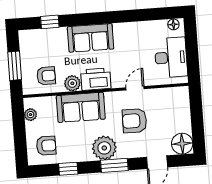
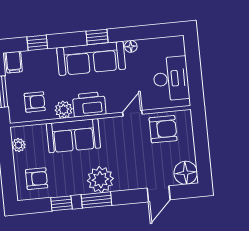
window: (104, 18) -> (97, 37), added
floor lamp: (173, 24) -> (131, 46), moved
sofa: (91, 38) -> (91, 58), width x1.36
filing cabinet: (28, 39) -> (14, 62), added
armchair: (134, 121) -> (163, 129), moved, turned 180
window: (114, 165) -> (96, 200), moved

